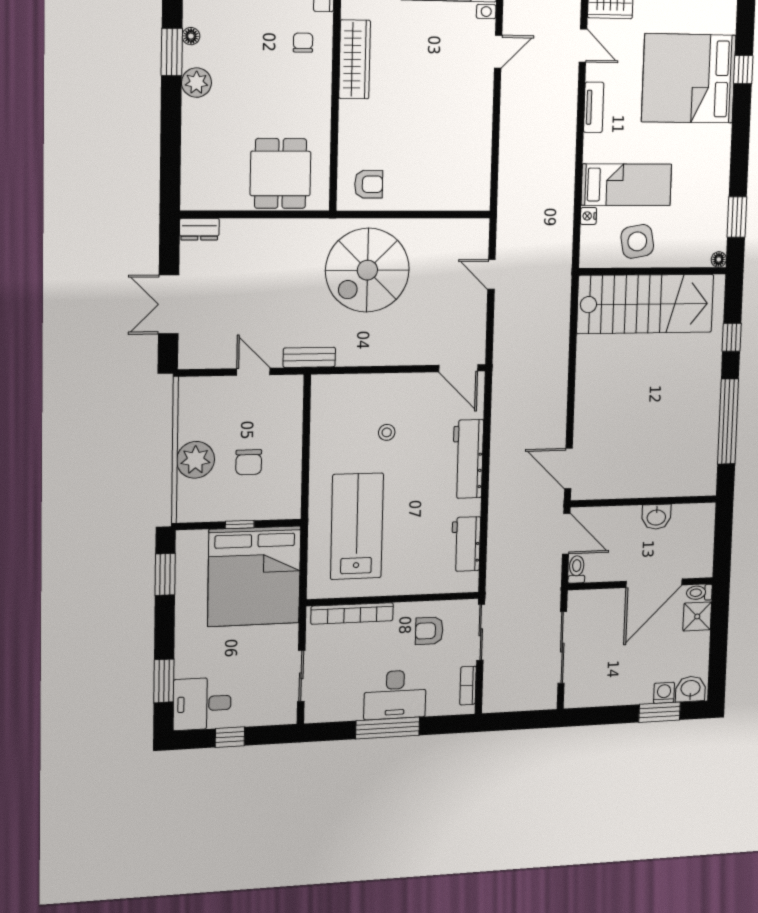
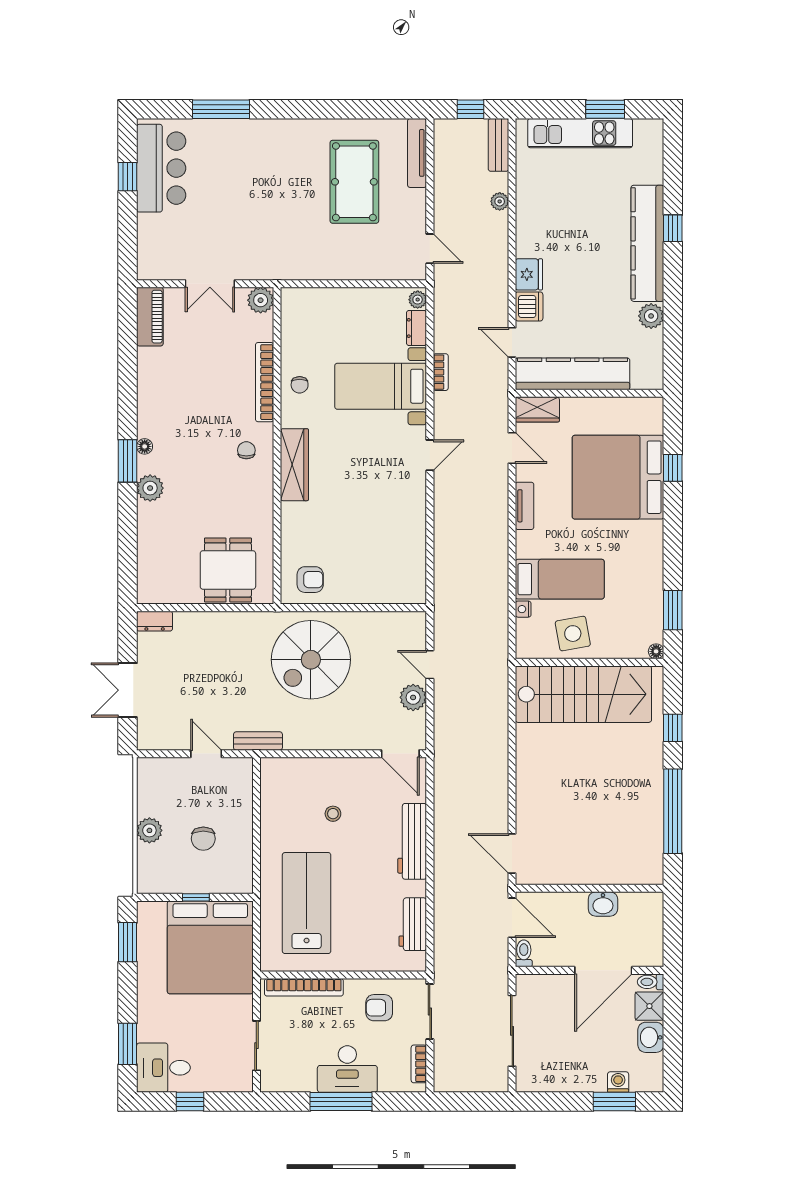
plant: (473, 309) -> (413, 697), added
plant: (196, 460) -> (149, 830), width x0.73, depth x0.73
washbasin: (690, 689) -> (651, 1037), moved, turned -90

